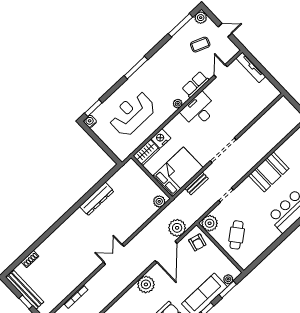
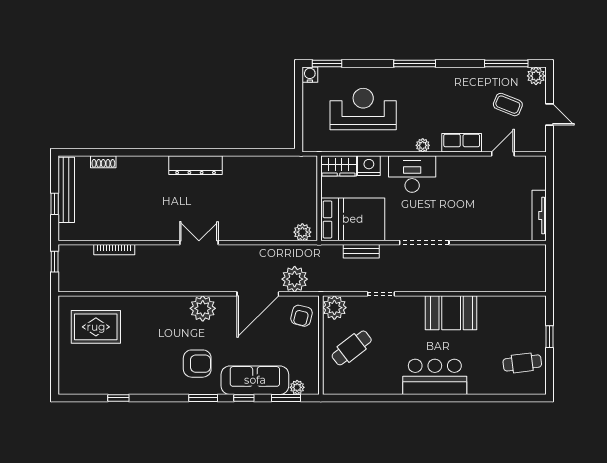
tv unit: (251, 67) -> (539, 216), moved
desk: (199, 110) -> (412, 174), moved
dresser: (97, 199) -> (196, 165), moved

